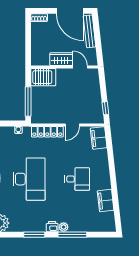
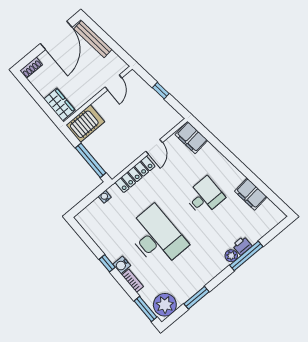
door: (70, 11) -> (56, 35), hinge flipped
wardrobe: (61, 59) -> (59, 105), moved, turned 90
door: (80, 67) -> (113, 83), swing flipped
window: (105, 108) -> (161, 91), moved
printer: (52, 227) -> (242, 246), moved
window: (34, 235) -> (196, 298), moved

